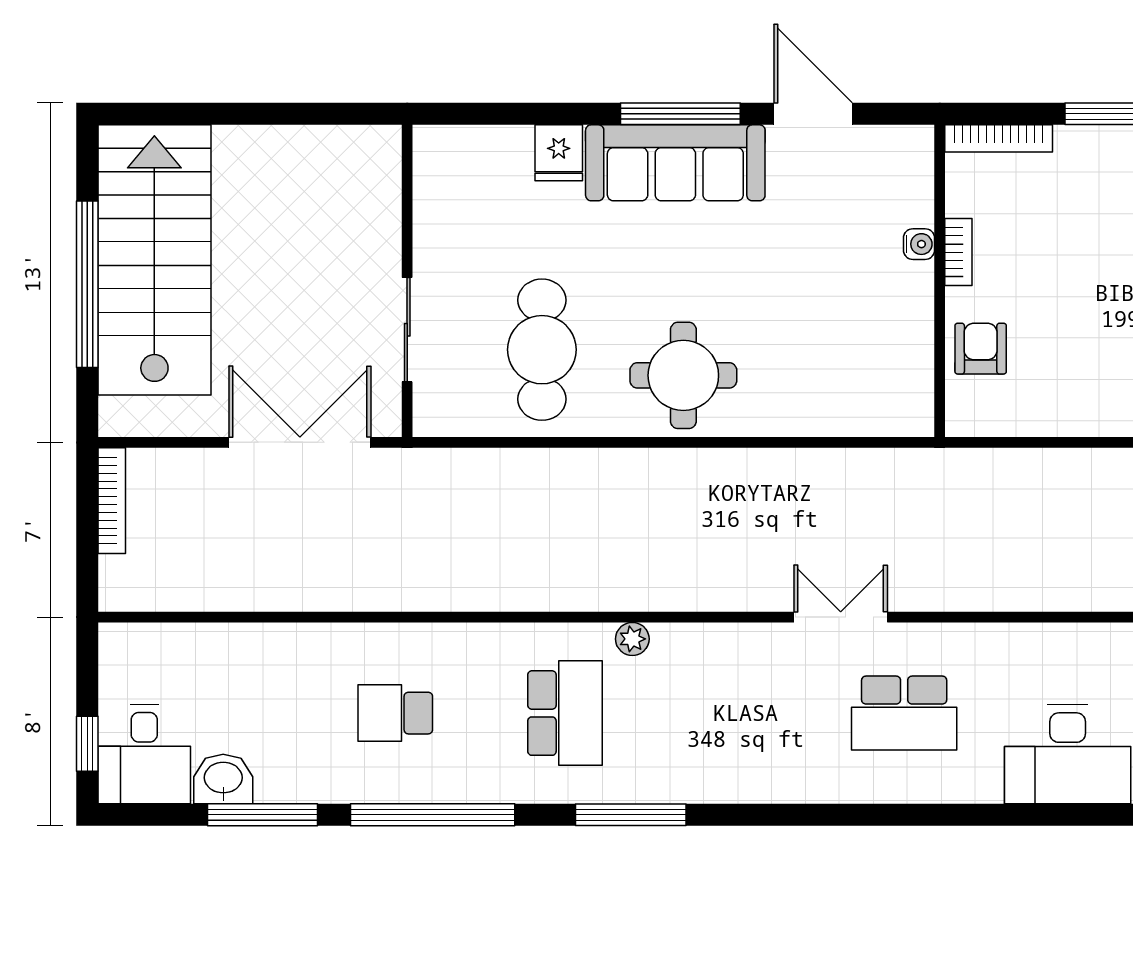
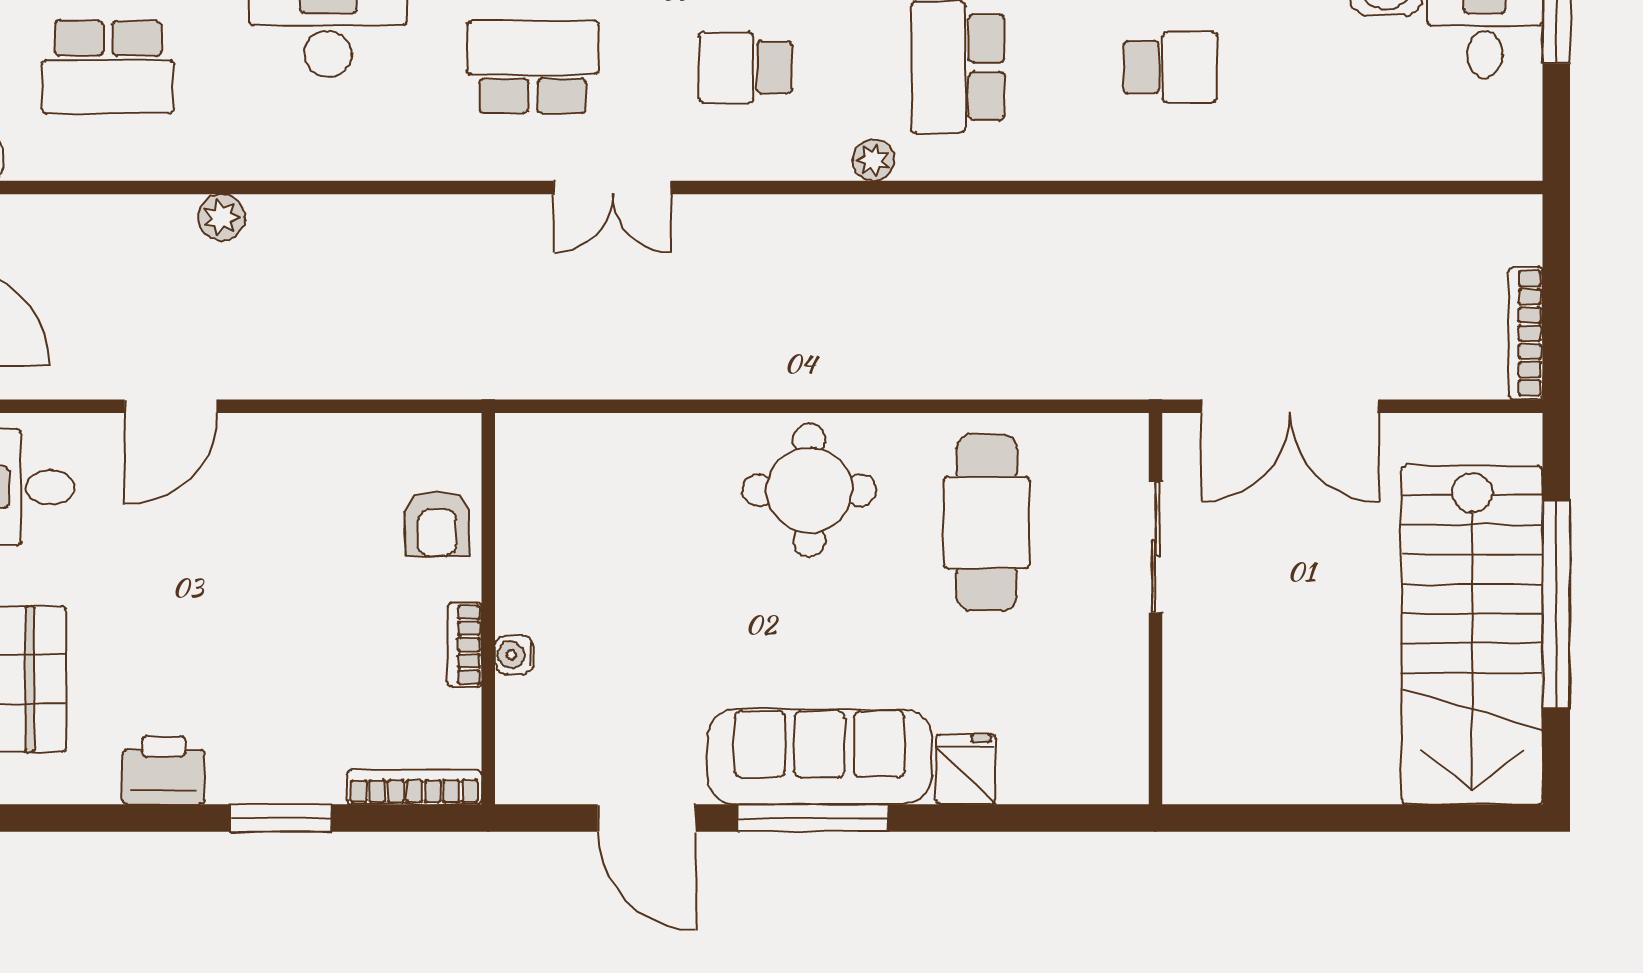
school desk: (735, 713) -> (745, 67), added

